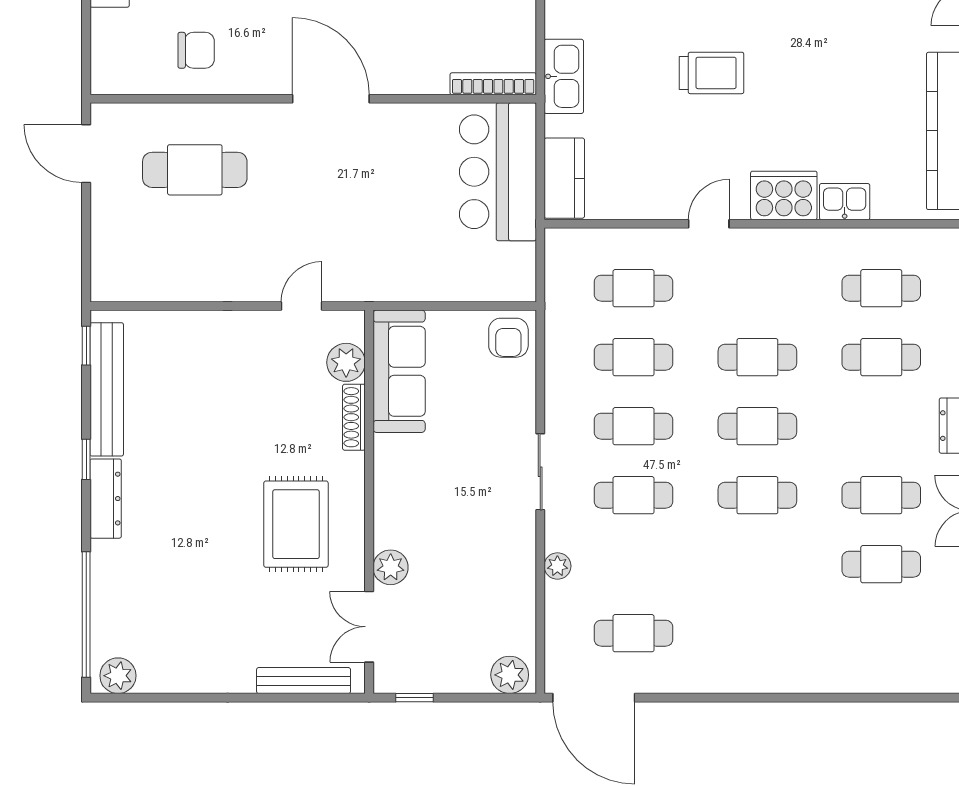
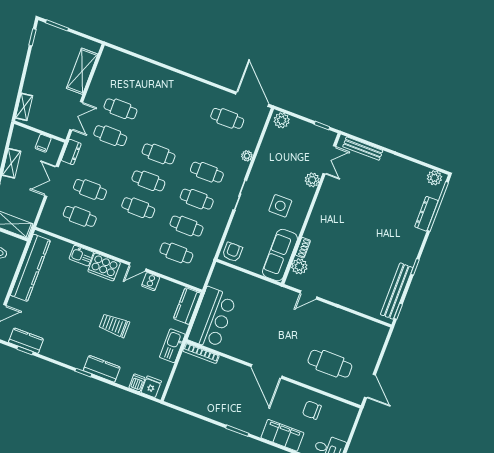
cooker: (667, 202) -> (151, 282), added
shoe rack: (354, 417) -> (303, 248), width x0.70
side table: (440, 482) -> (280, 206), added
dresser: (106, 499) -> (426, 214), moved
rug: (296, 524) -> (343, 211), removed

